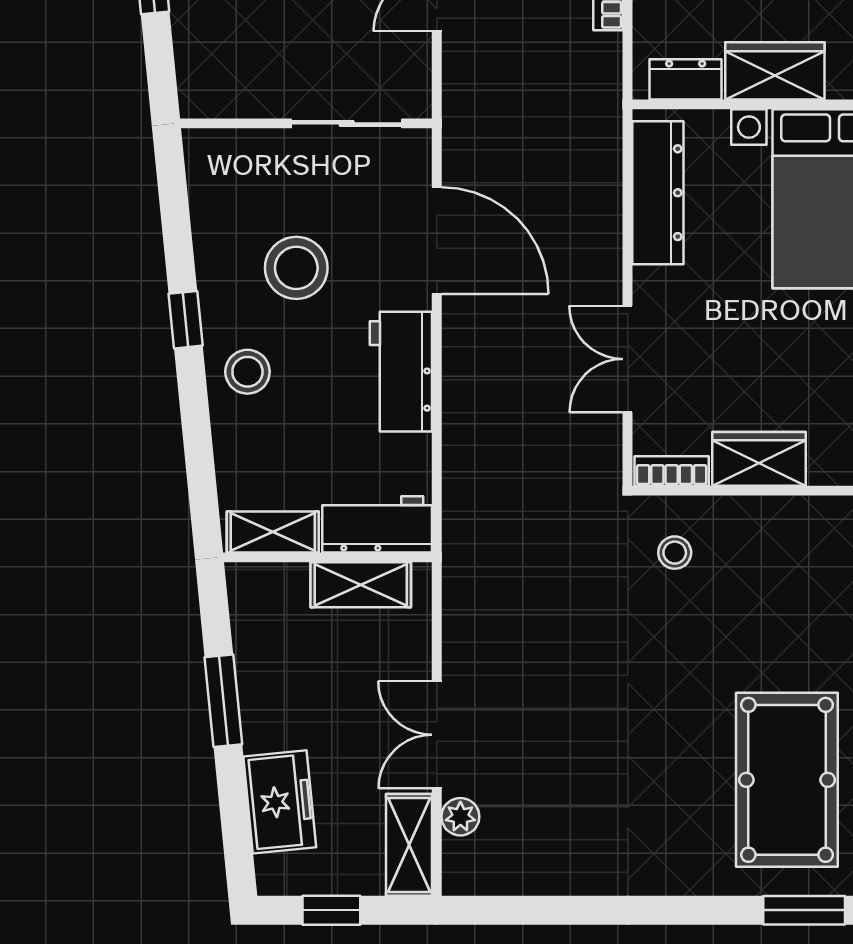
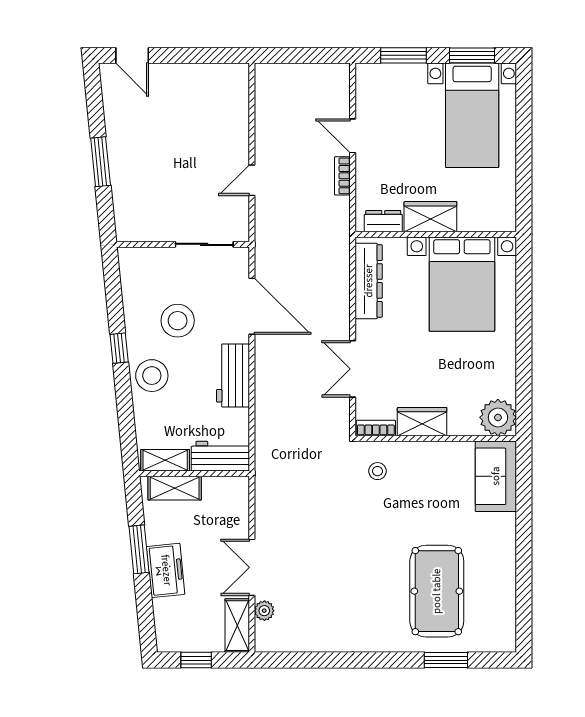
stool: (247, 372) -> (152, 376), width x1.38, depth x1.38
shelving: (361, 585) -> (175, 488), moved
freezer: (280, 802) -> (166, 570), moved

